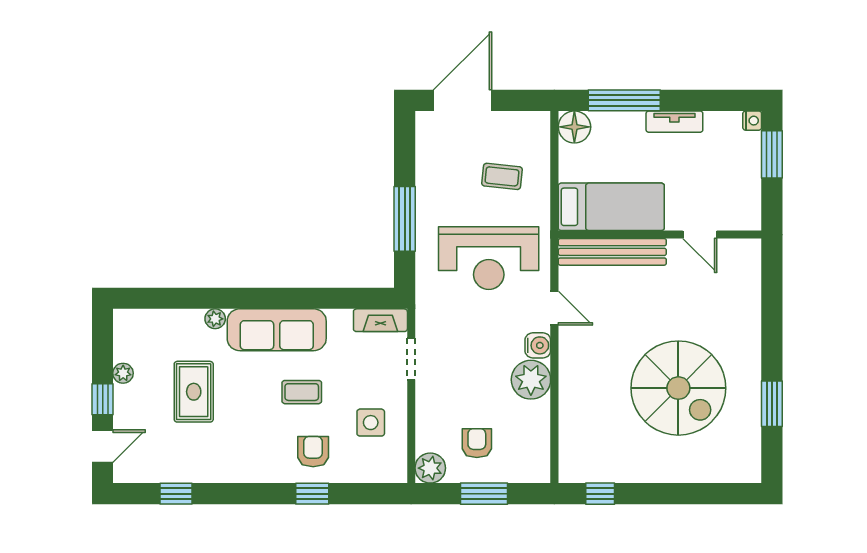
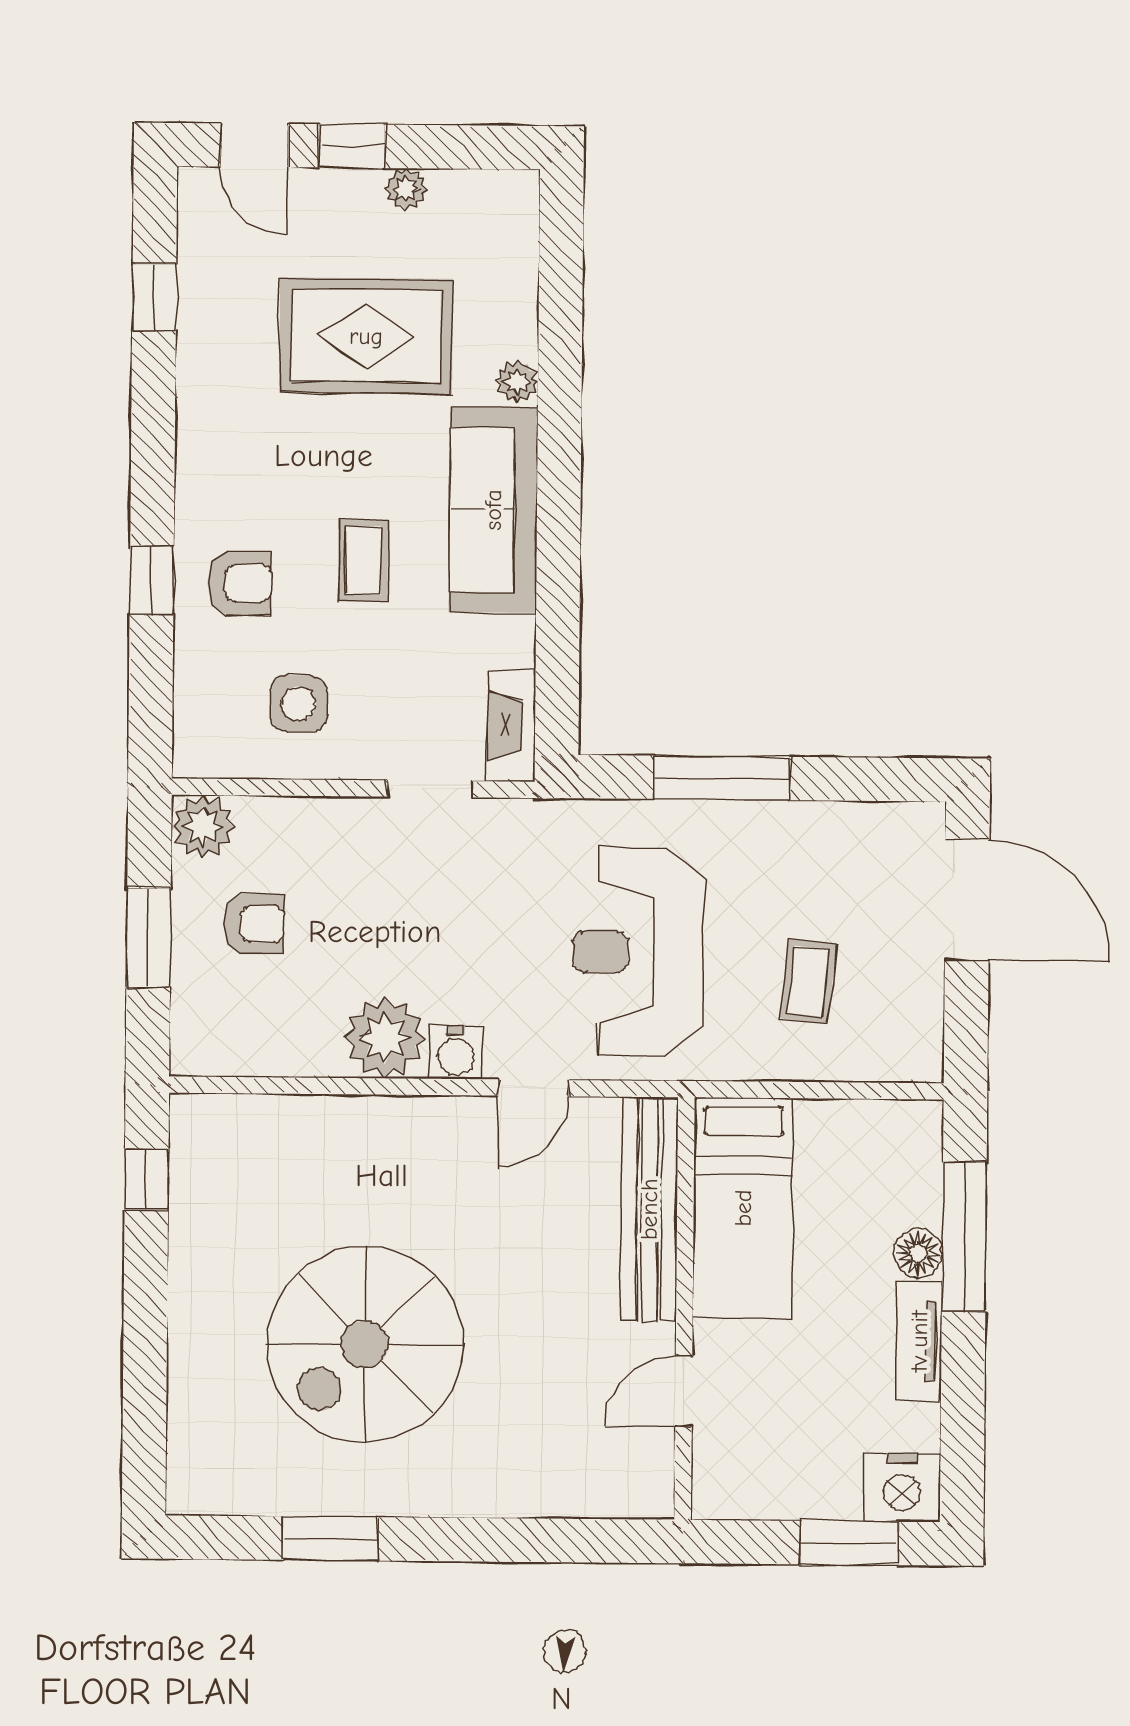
nightstand: (752, 121) -> (902, 1487), width x1.89, depth x1.79
floor lamp: (574, 127) -> (918, 1253), moved, width x0.73, depth x0.73
rug: (194, 392) -> (366, 336), width x1.36, depth x1.43

